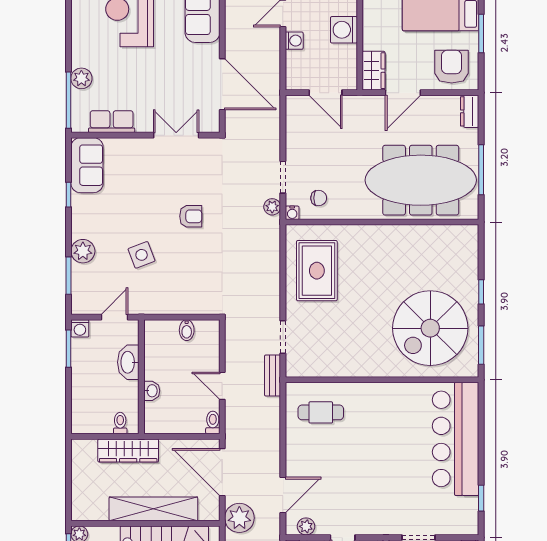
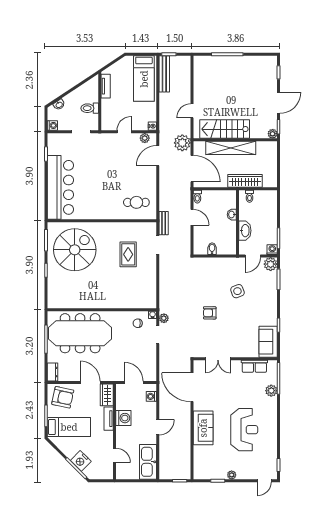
tv unit: (370, 29) -> (109, 419), added
washing machine: (294, 41) -> (151, 396), moved
armchair: (452, 67) -> (63, 397), turned -78
door: (403, 93) -> (90, 383), hinge flipped
plant: (83, 251) -> (271, 264), moved
rug: (317, 271) -> (128, 254), moved, width x0.73, depth x0.70

